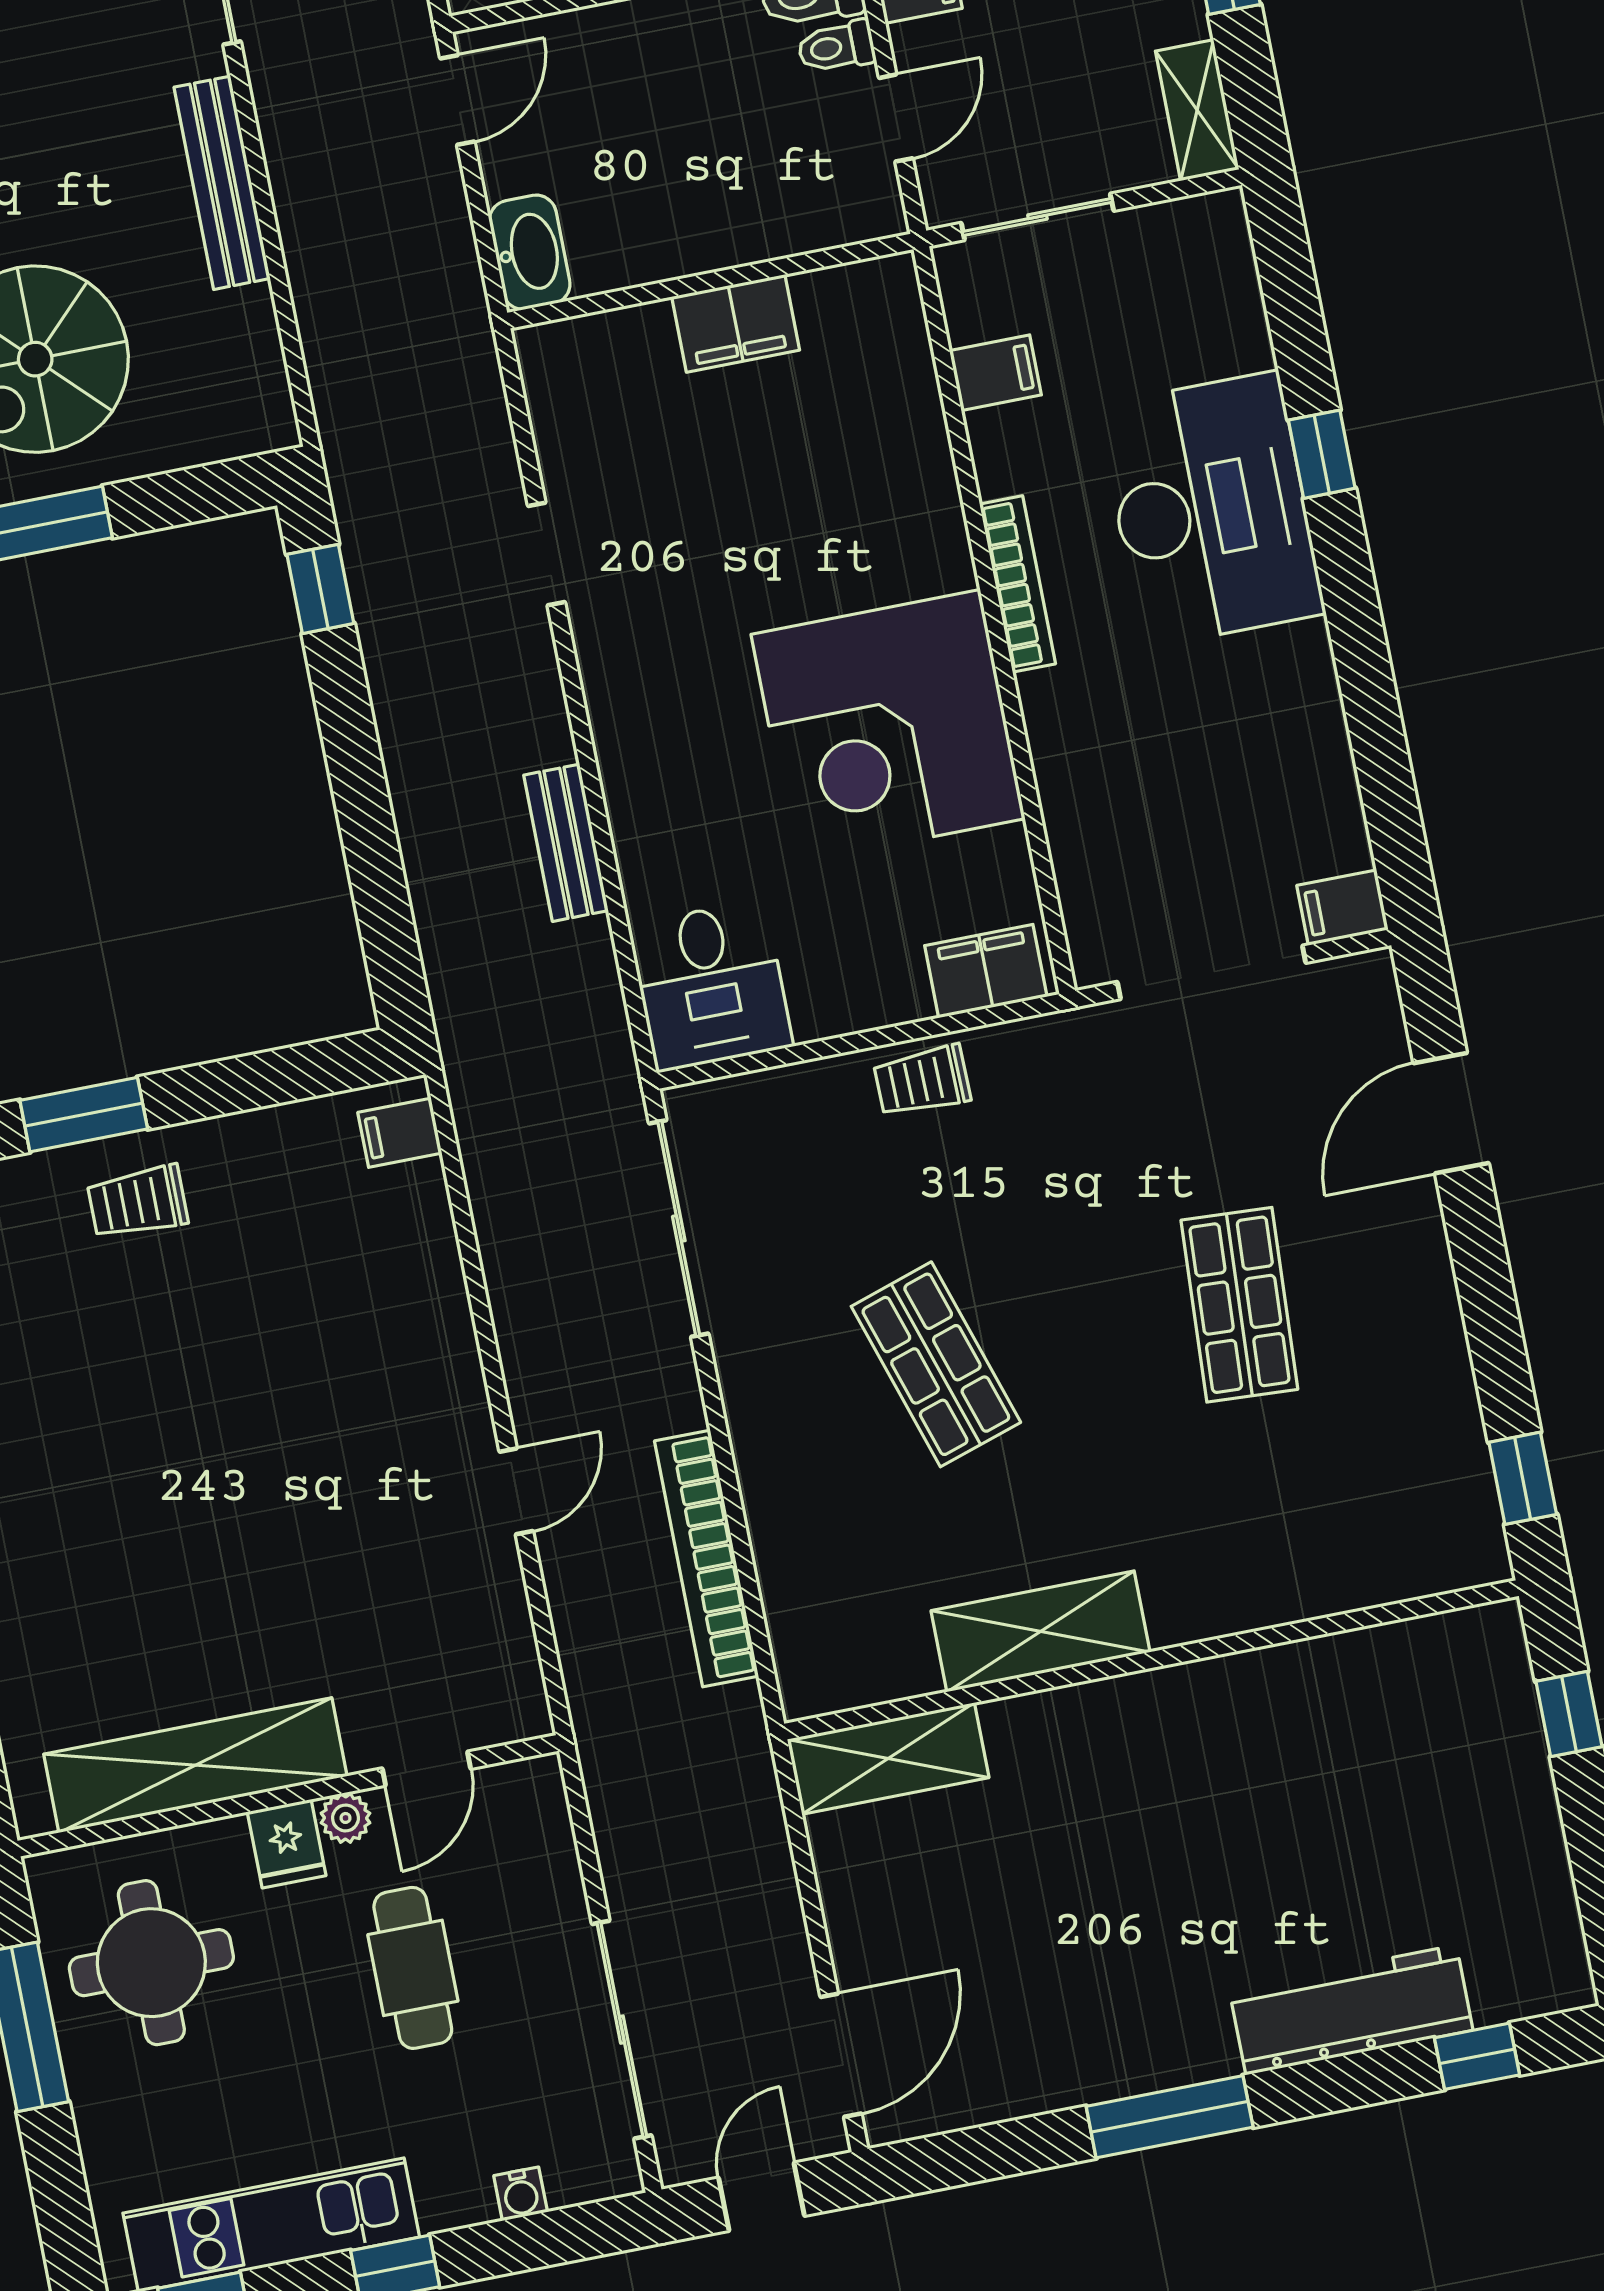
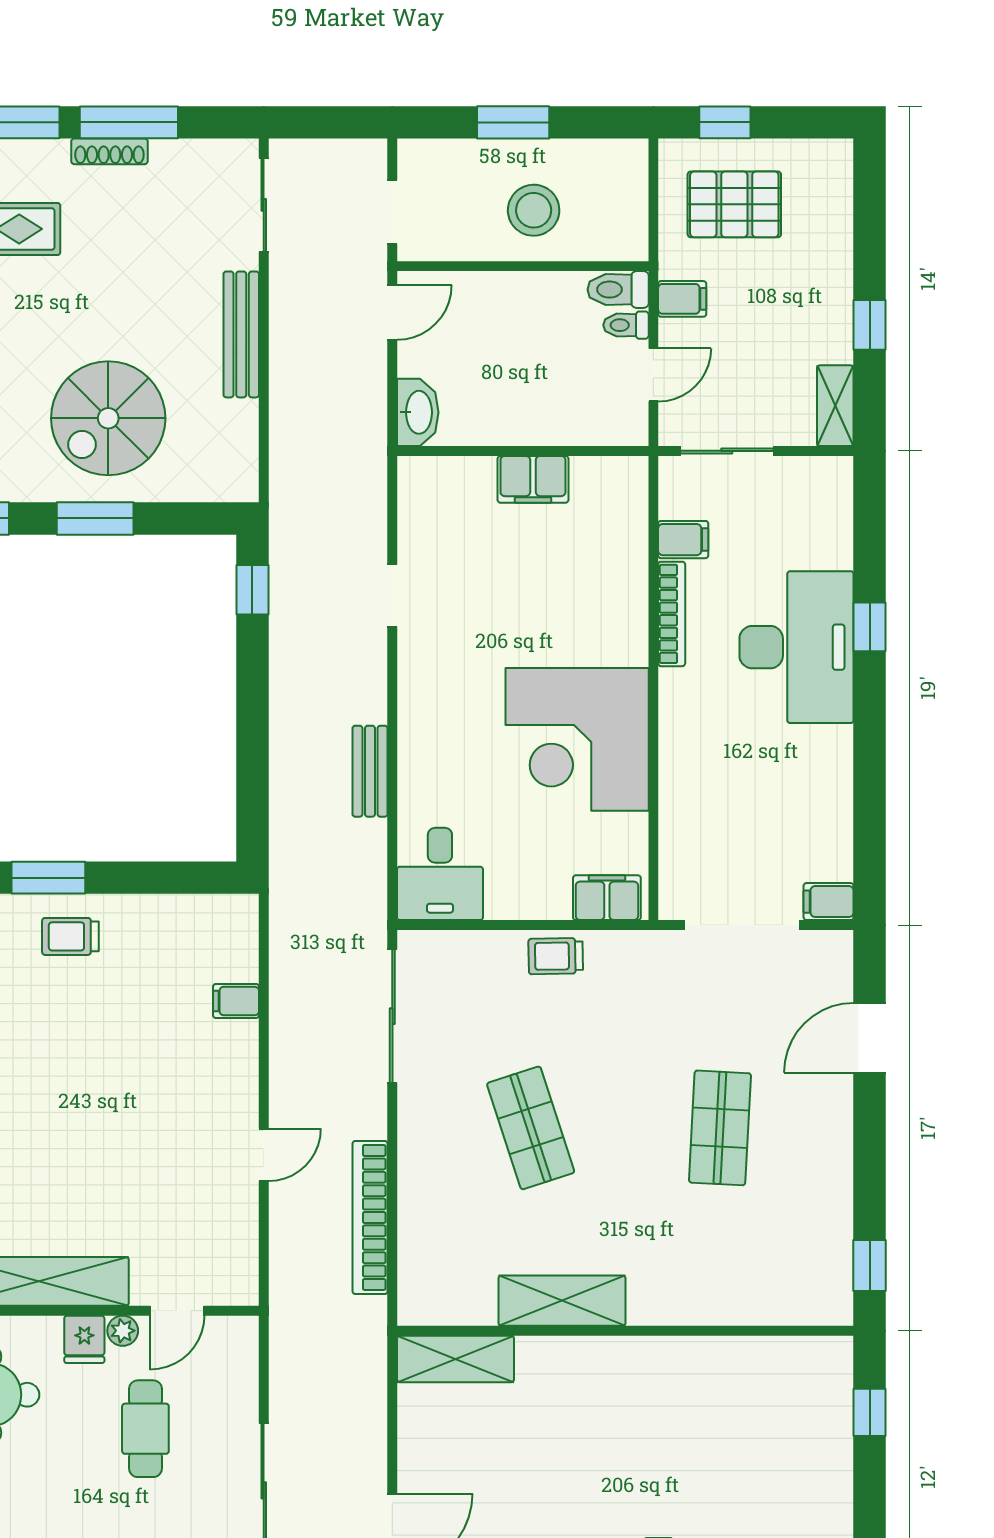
bookcase: (1018, 584) -> (672, 614), moved
filing cabinet: (400, 1133) -> (236, 1001), moved

